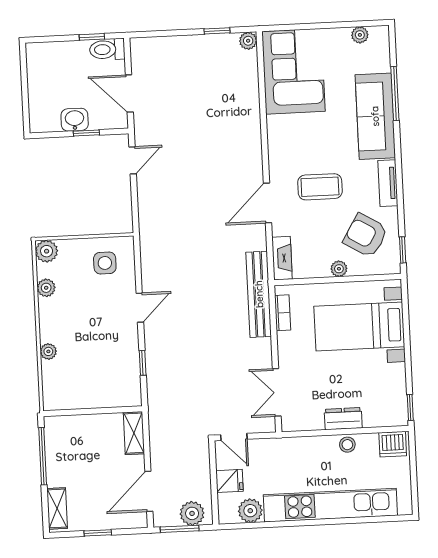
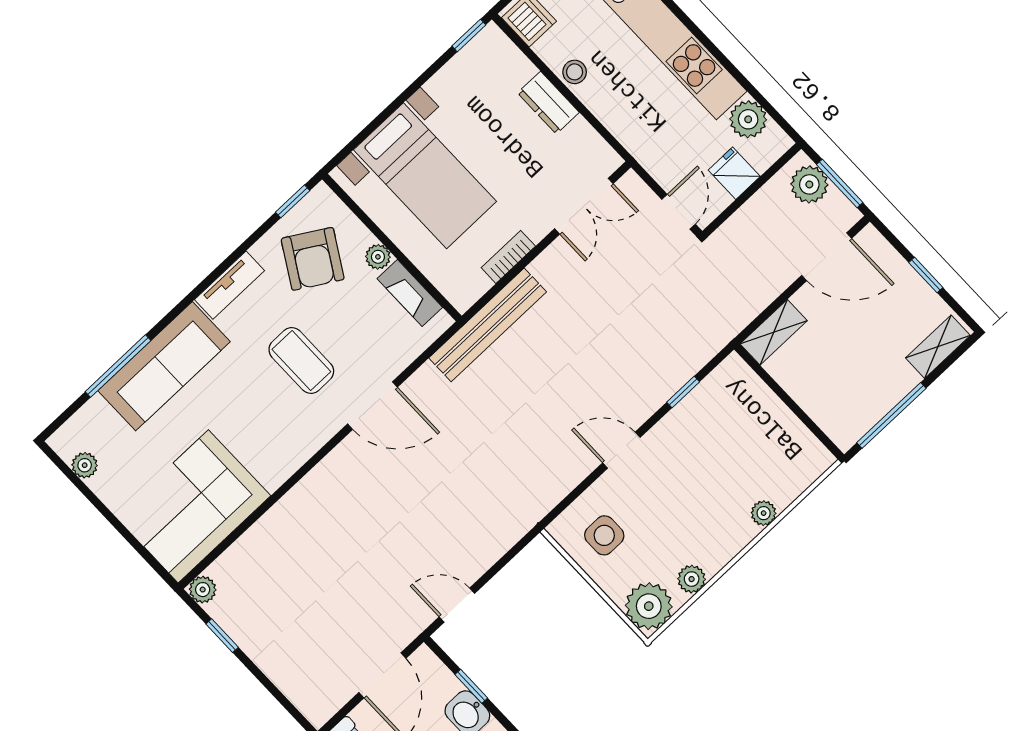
plant: (47, 251) -> (649, 606), width x1.36, depth x1.36
fireplace: (282, 258) -> (410, 293), moved, turned -90
bookcase: (283, 313) -> (508, 257), moved

